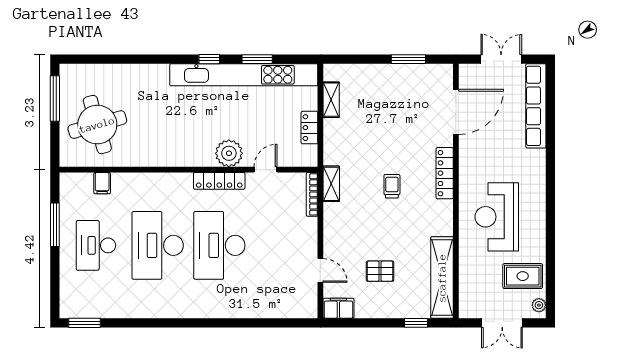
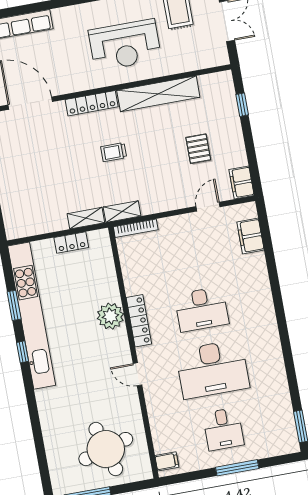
shelving: (331, 100) -> (86, 218), moved
door: (266, 170) -> (137, 374), moved
filing cabinet: (102, 183) -> (167, 461), moved
window: (55, 225) -> (237, 468), moved
desk: (96, 245) -> (223, 429), width x0.73
desk: (219, 245) -> (202, 309), width x0.73, depth x0.77
shelving: (442, 278) -> (158, 94), moved
filing cabinet: (284, 307) -> (250, 236), added

